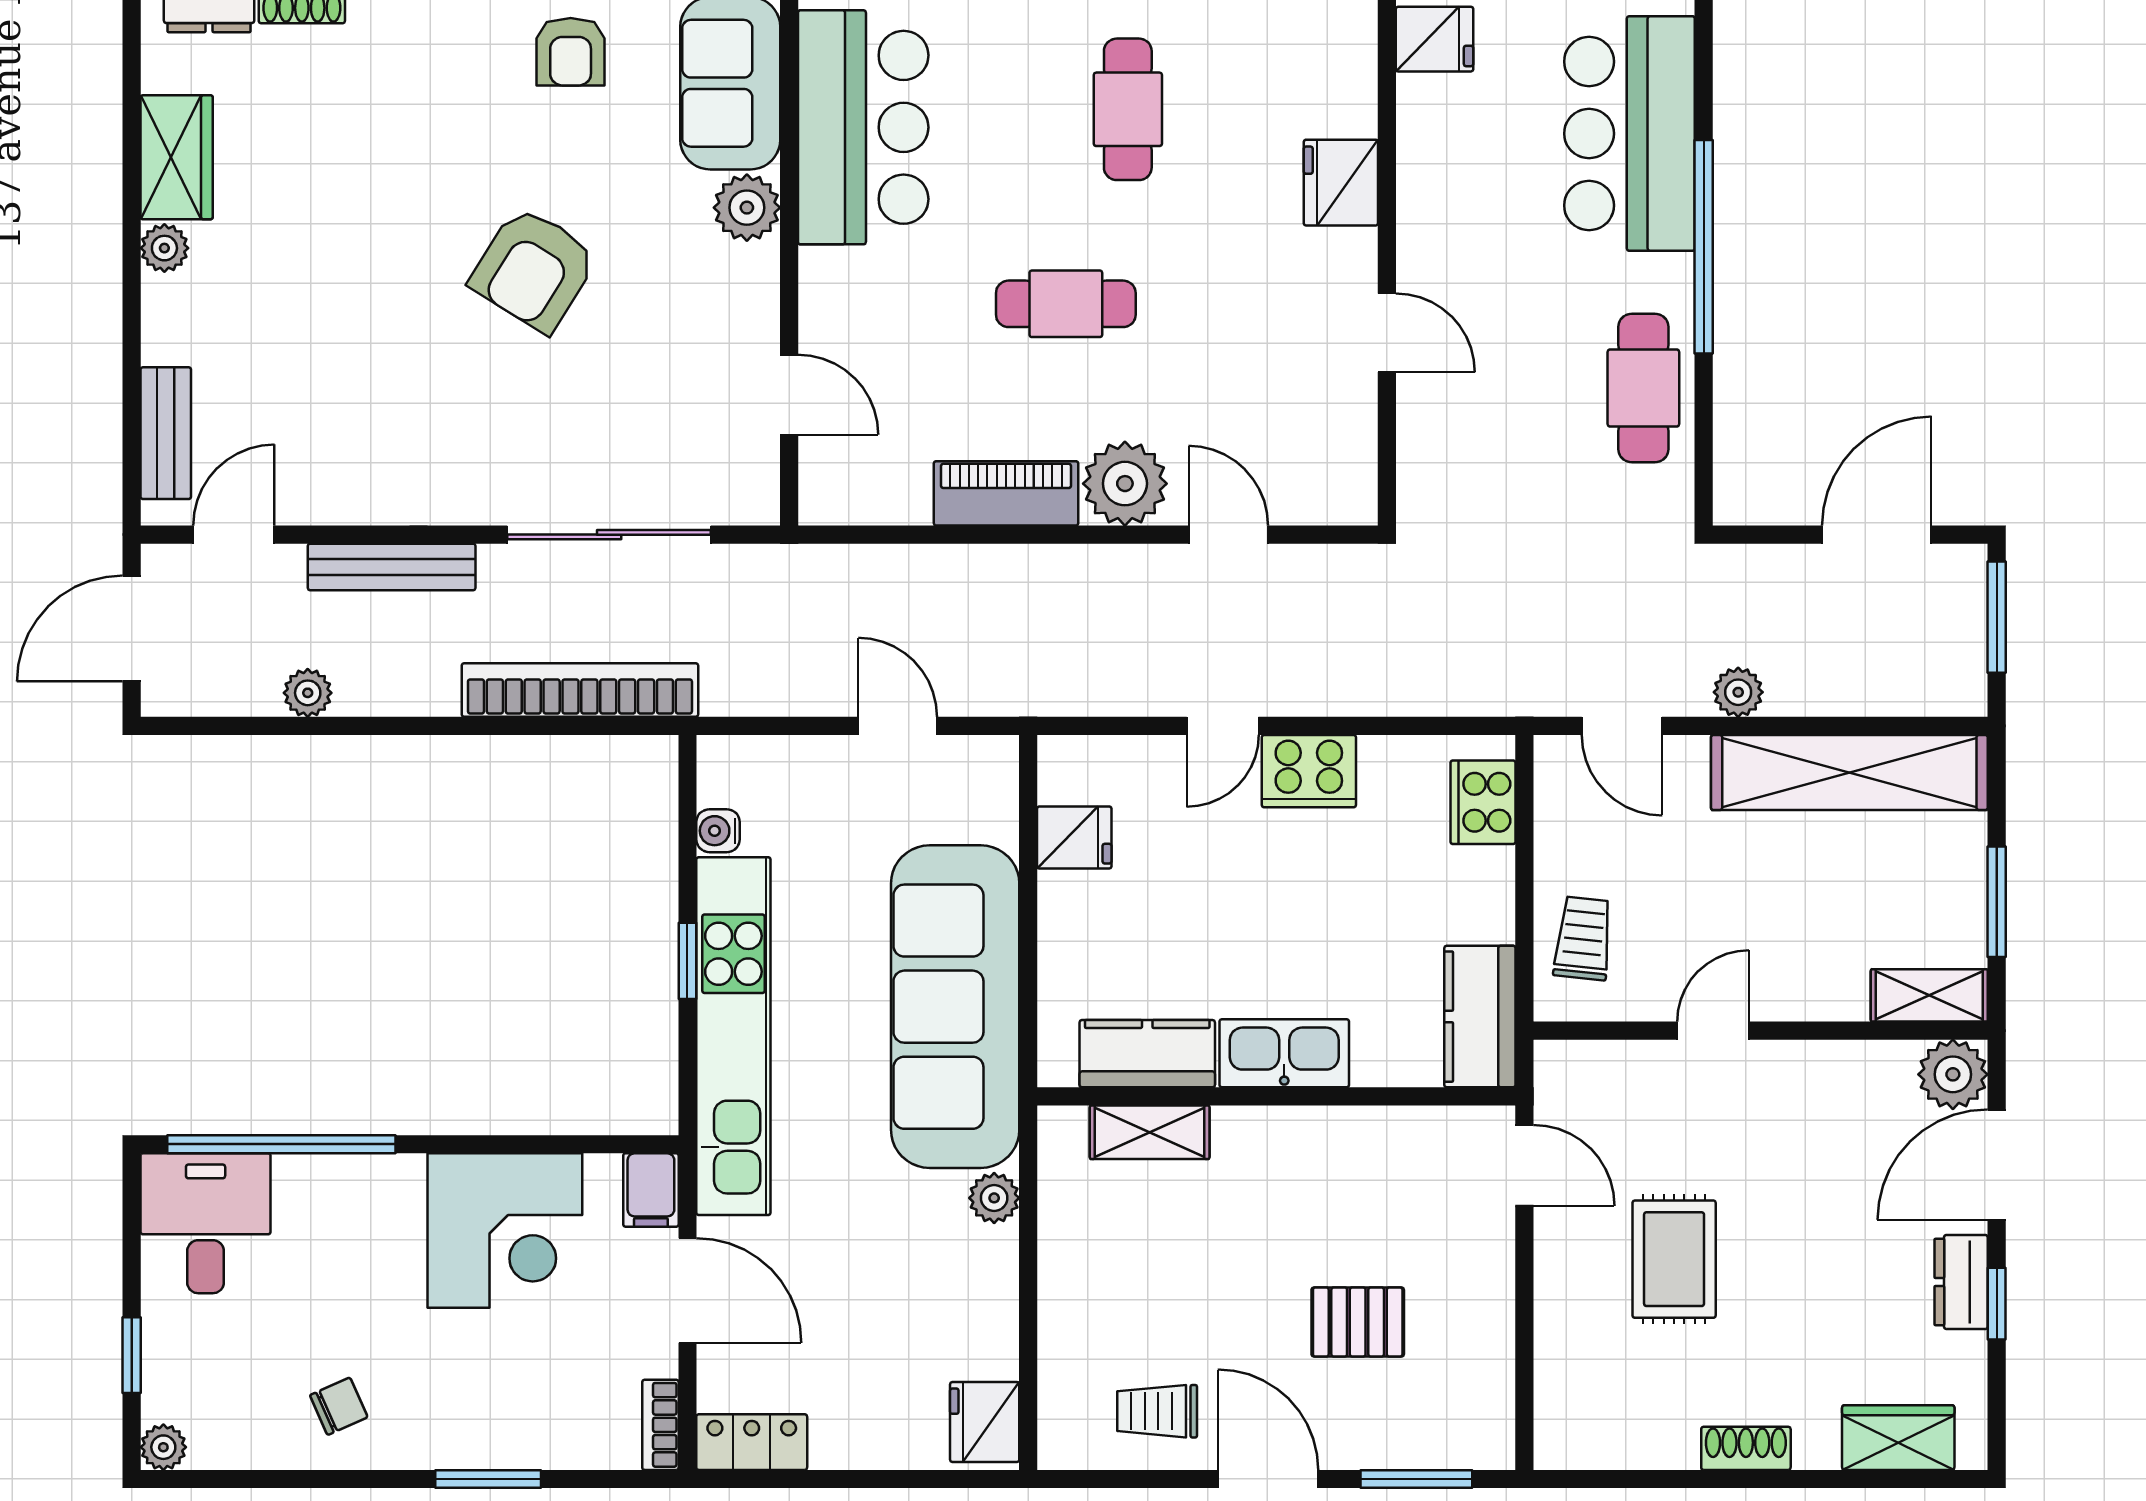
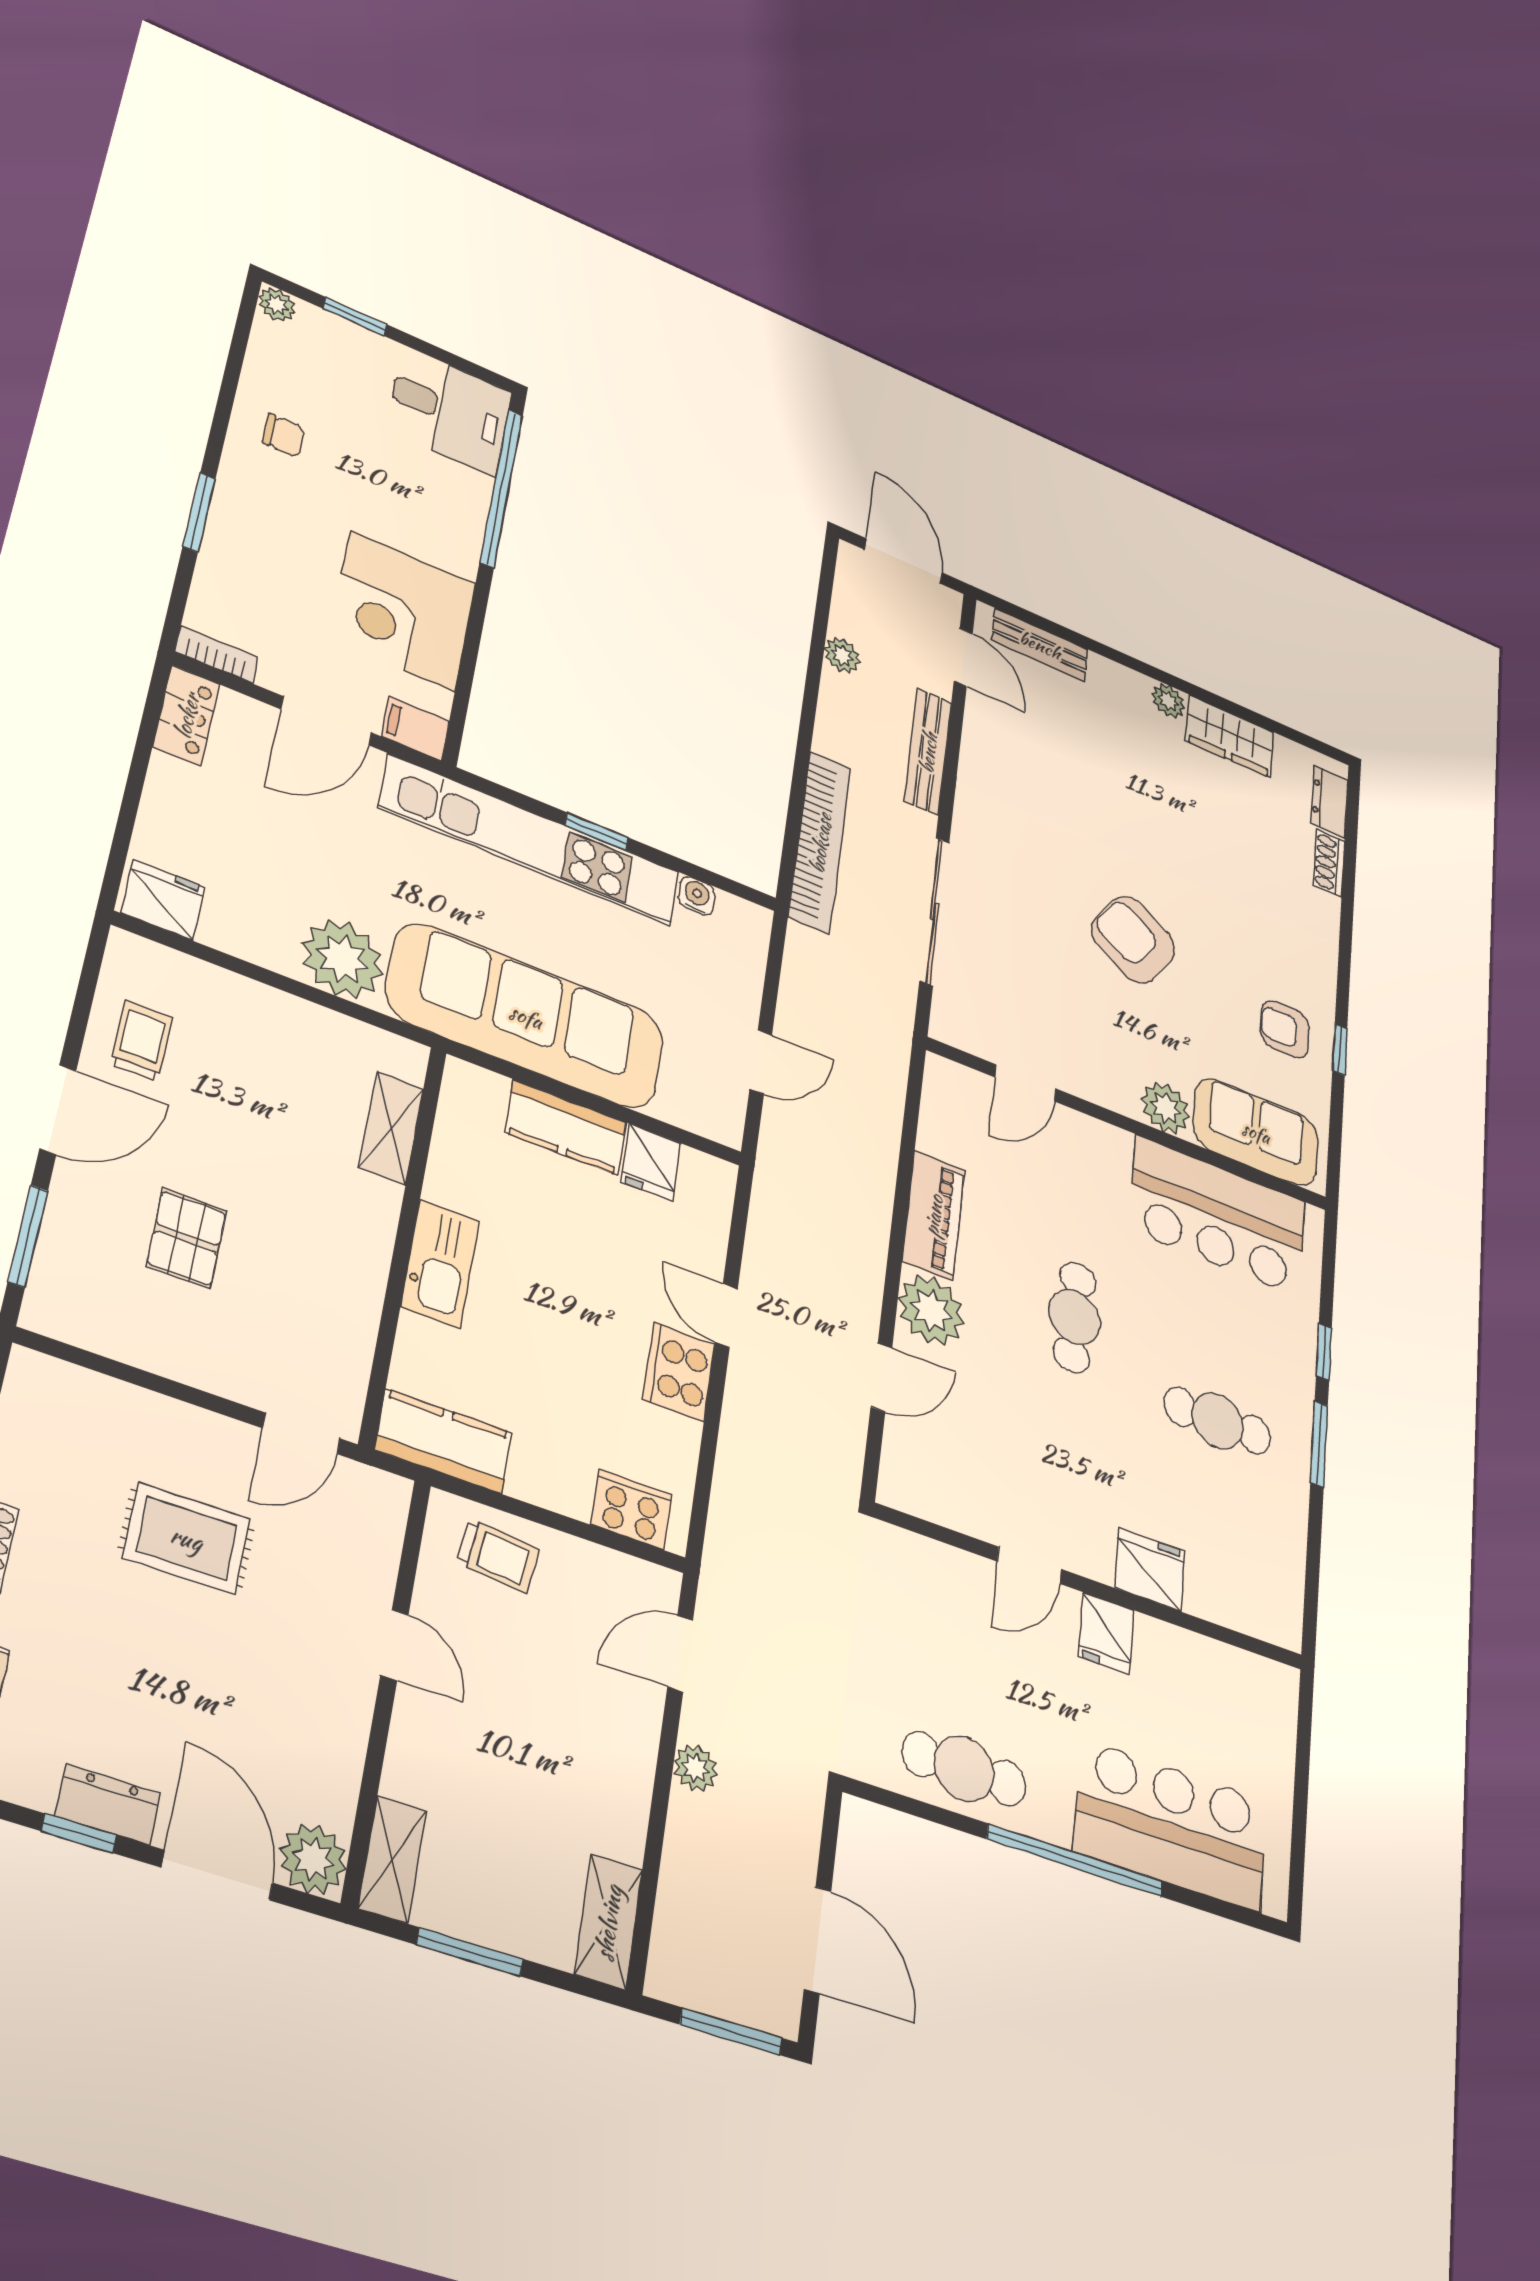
fridge: (1434, 39) -> (1106, 1633), moved
shelving: (1849, 772) -> (608, 1922), width x0.45, depth x0.75
kitchen counter: (1147, 1054) -> (566, 1127), moved, turned 90
plant: (994, 1198) -> (342, 959), width x1.88, depth x1.88
chair: (339, 1406) -> (283, 436), turned -66

